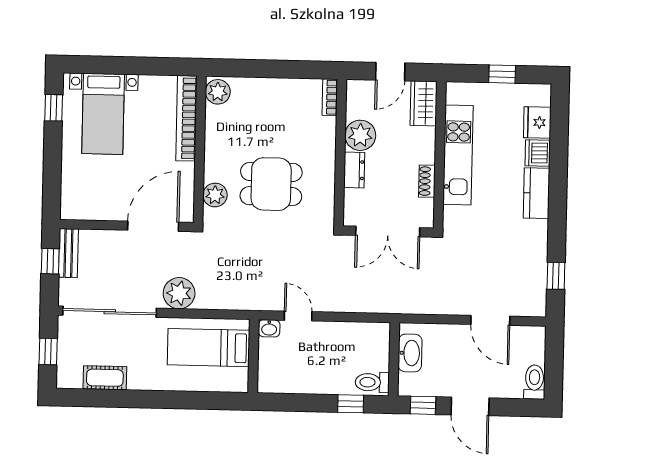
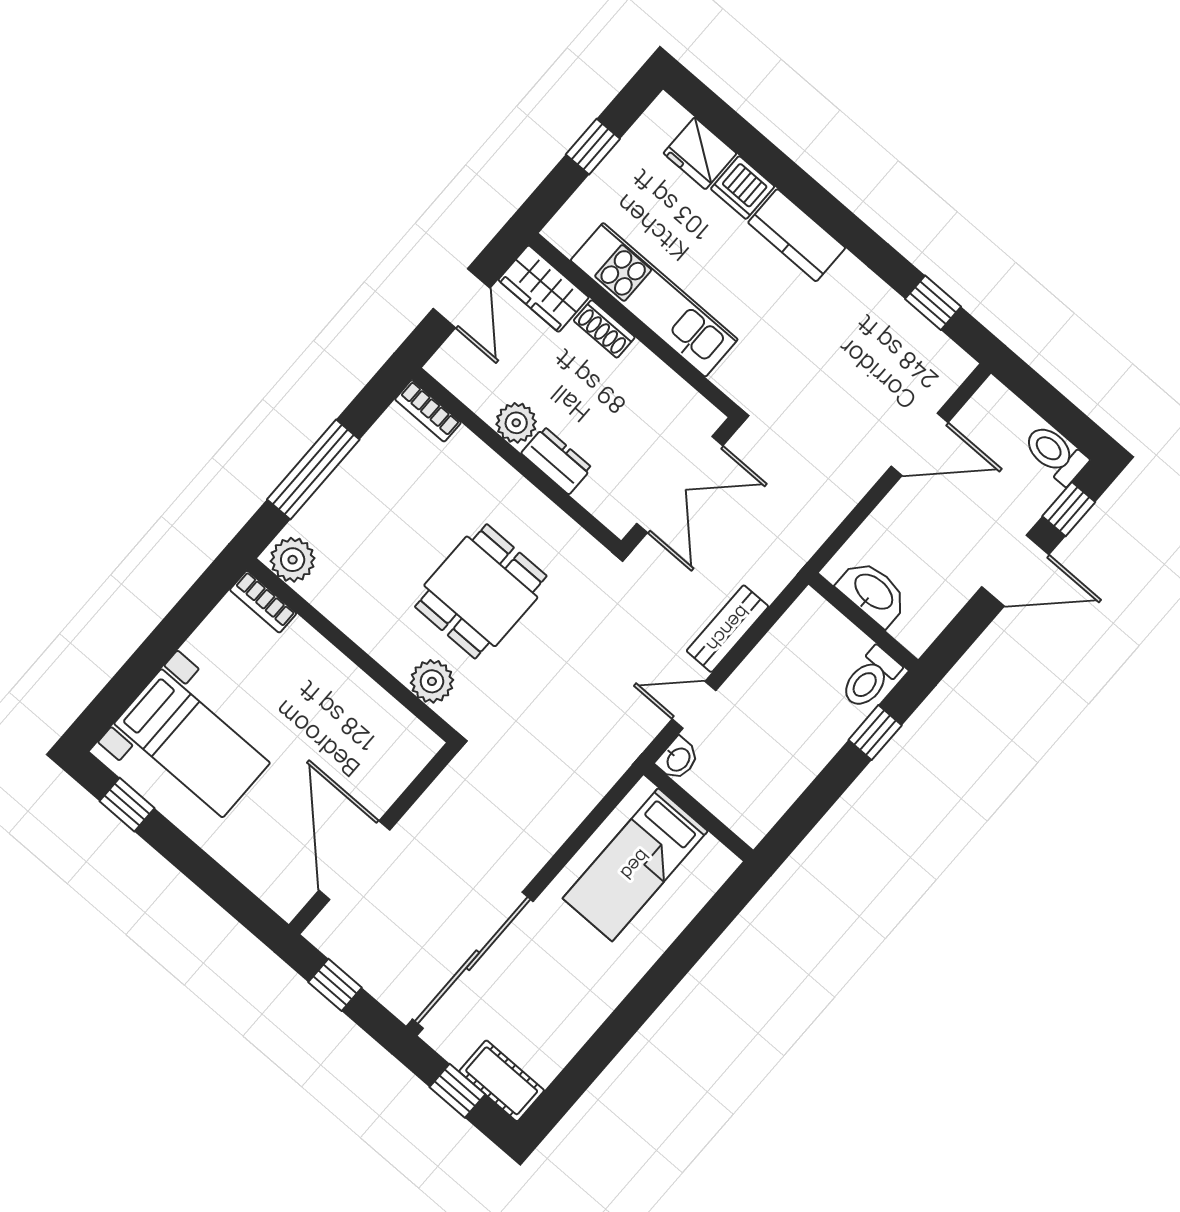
window: (264, 69) -> (313, 470), added
bookcase: (186, 118) -> (263, 602), width x0.43, depth x0.76
plant: (360, 135) -> (516, 423), width x0.73, depth x0.73
shoe rack: (427, 181) -> (604, 329), moved
door: (153, 226) -> (354, 860), moved
bench: (68, 253) -> (728, 629), moved, turned 90
plant: (179, 293) -> (526, 843), removed
cot: (105, 378) -> (502, 1081), moved, turned 90
window: (423, 405) -> (1069, 509), moved

